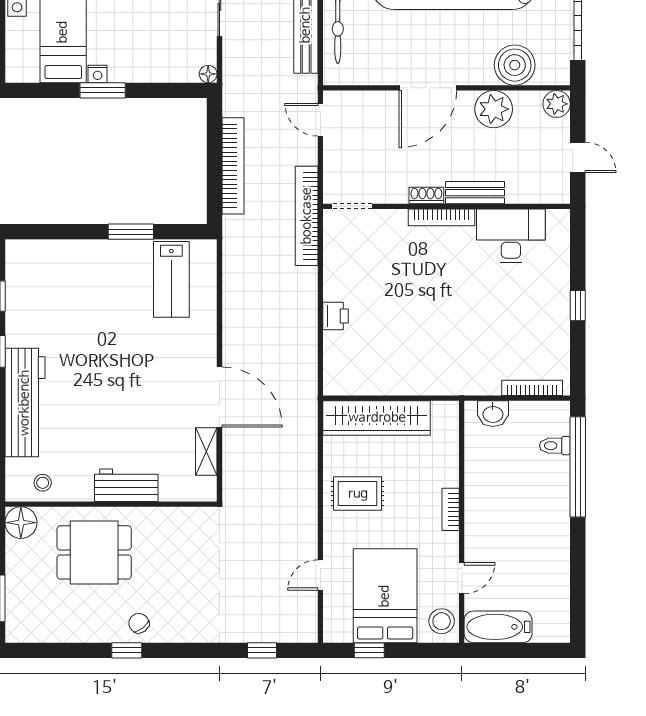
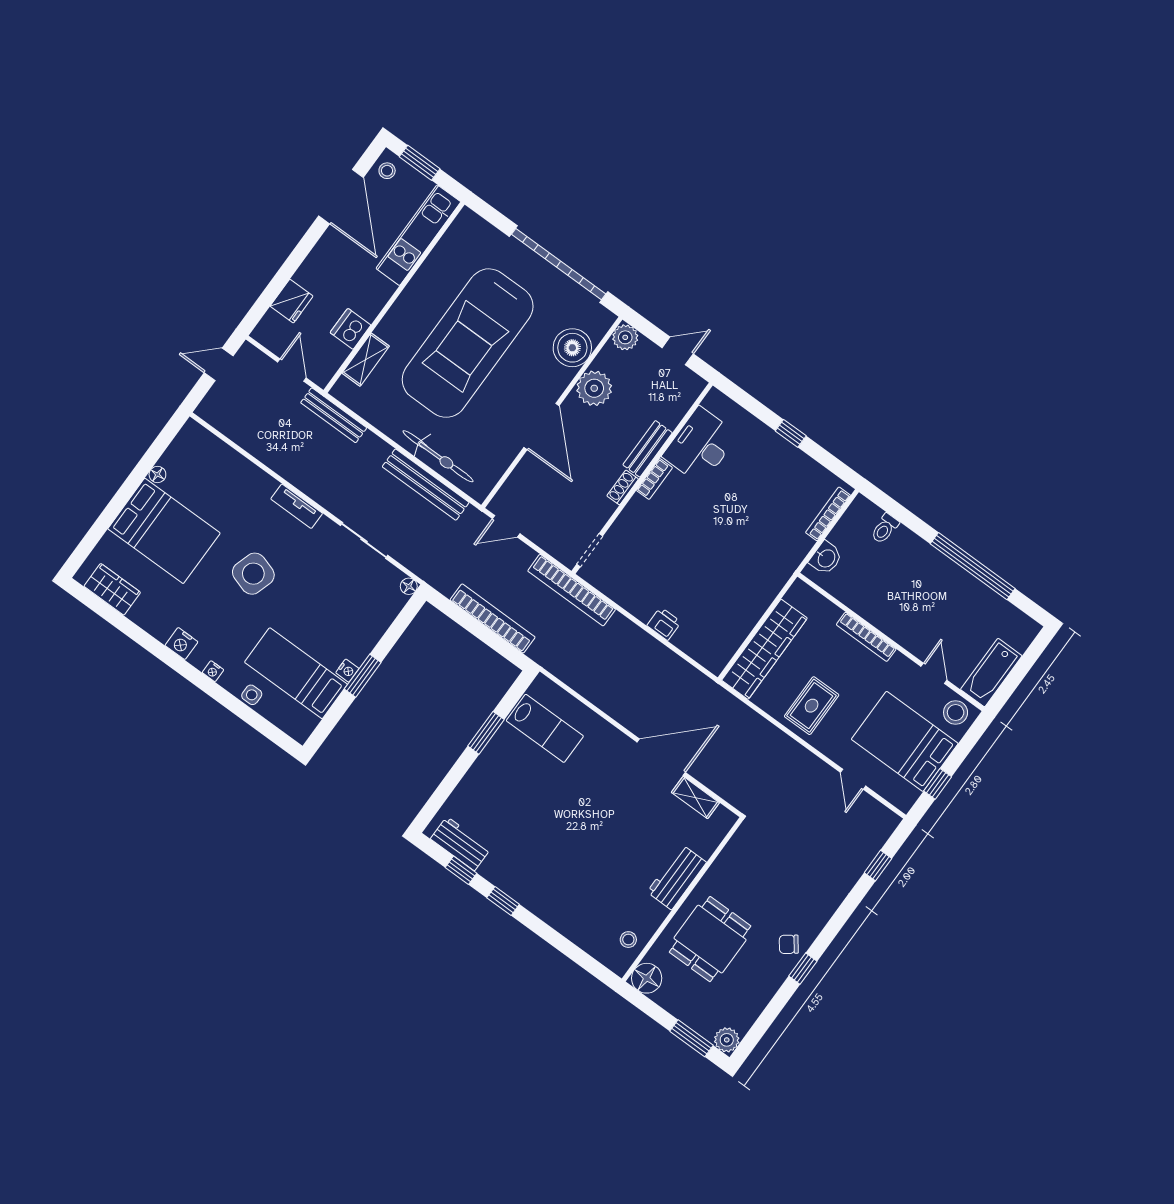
bookcase: (442, 217) -> (654, 479), width x0.64
workbench: (25, 403) -> (461, 844), moved, width x0.53, depth x0.76
window: (578, 467) -> (973, 566), moved
bookcase: (451, 509) -> (866, 637), width x1.56
plant: (18, 630) -> (727, 1040), added

